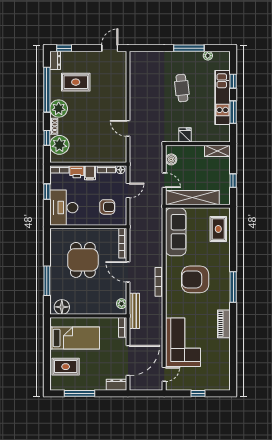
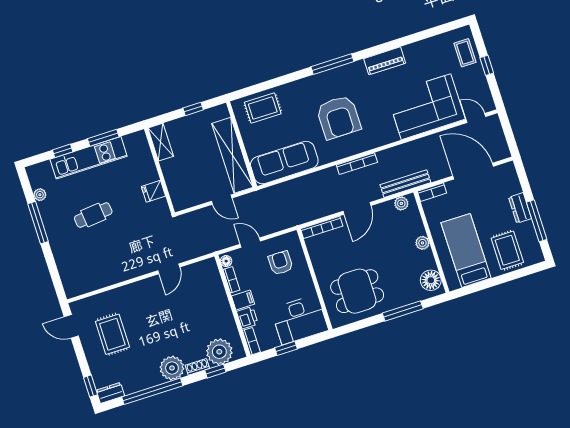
rug: (76, 82) -> (112, 334), moved
boiler: (171, 159) -> (191, 199), removed
door: (164, 180) -> (222, 200), swing flipped
dining table: (83, 260) -> (357, 291), moved
plant: (90, 310) -> (422, 243), added
coffee table: (212, 381) -> (465, 53), added
dresser: (116, 385) -> (520, 208), moved

